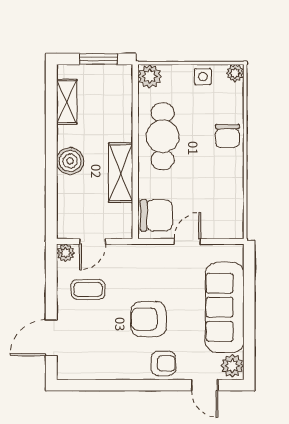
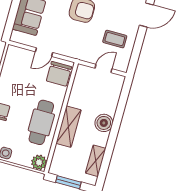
shelving: (121, 173) -> (69, 127), moved
chair: (156, 215) -> (59, 74), turned -90
plant: (66, 253) -> (123, 66), removed

